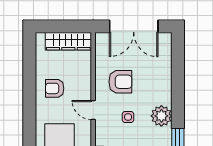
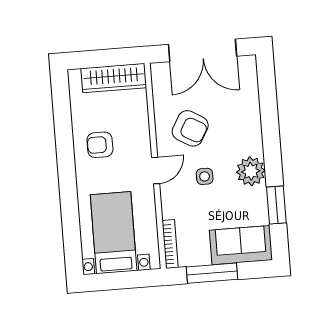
armchair: (120, 82) -> (190, 128), turned 30
door: (93, 110) -> (156, 171), swing flipped

